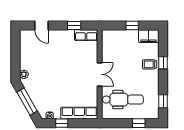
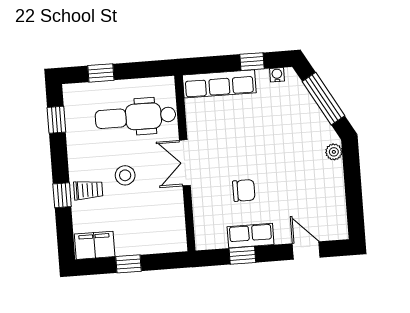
row of seats: (86, 35) -> (251, 236), moved
chair: (71, 58) -> (244, 190), added
stool: (130, 70) -> (125, 175), added

